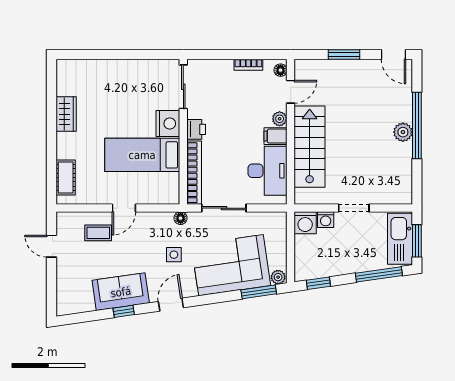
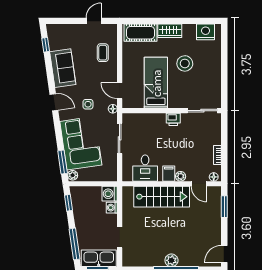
window: (344, 54) -> (224, 207), moved
stool: (114, 113) -> (185, 63), added
wardrobe: (66, 114) -> (170, 31), moved
nightstand: (168, 124) -> (206, 32), moved, turned 180
desk: (267, 171) -> (145, 168), width x0.73
bookcase: (194, 173) -> (144, 118), removed
cot: (66, 178) -> (140, 33), width x1.37, depth x1.34
door: (124, 208) -> (120, 91), moved
doorway: (354, 208) -> (120, 237), moved
window: (124, 311) -> (46, 45), moved

